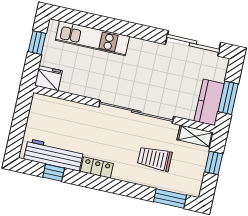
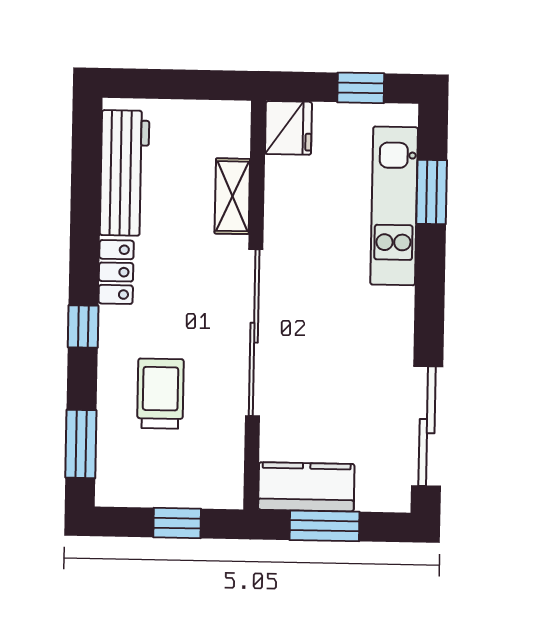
window: (90, 20) -> (432, 192), added
shelving: (195, 136) -> (232, 196), moved
window: (54, 173) -> (83, 327), moved

